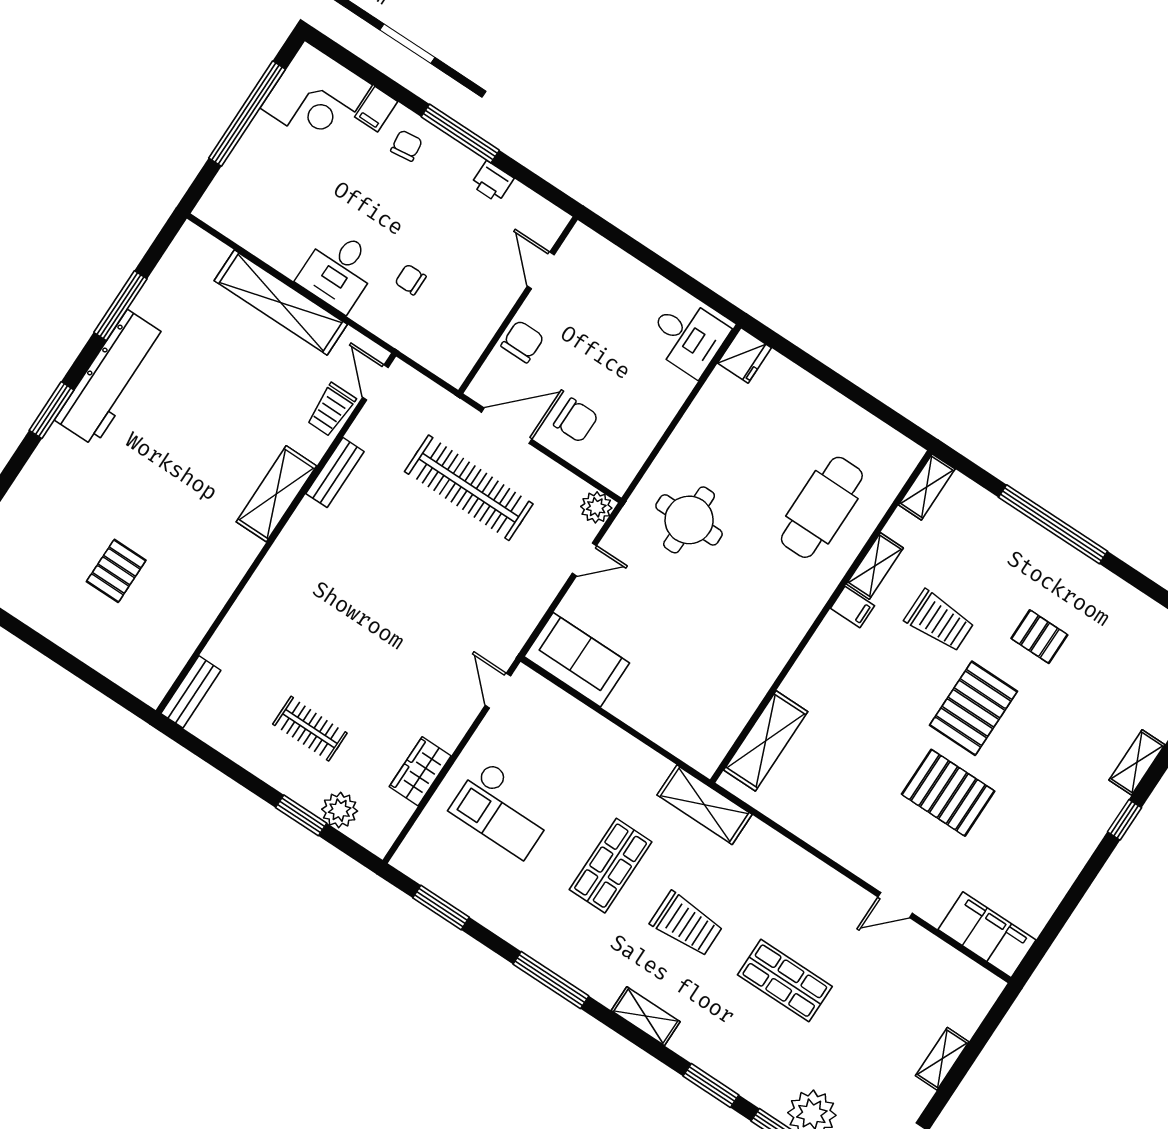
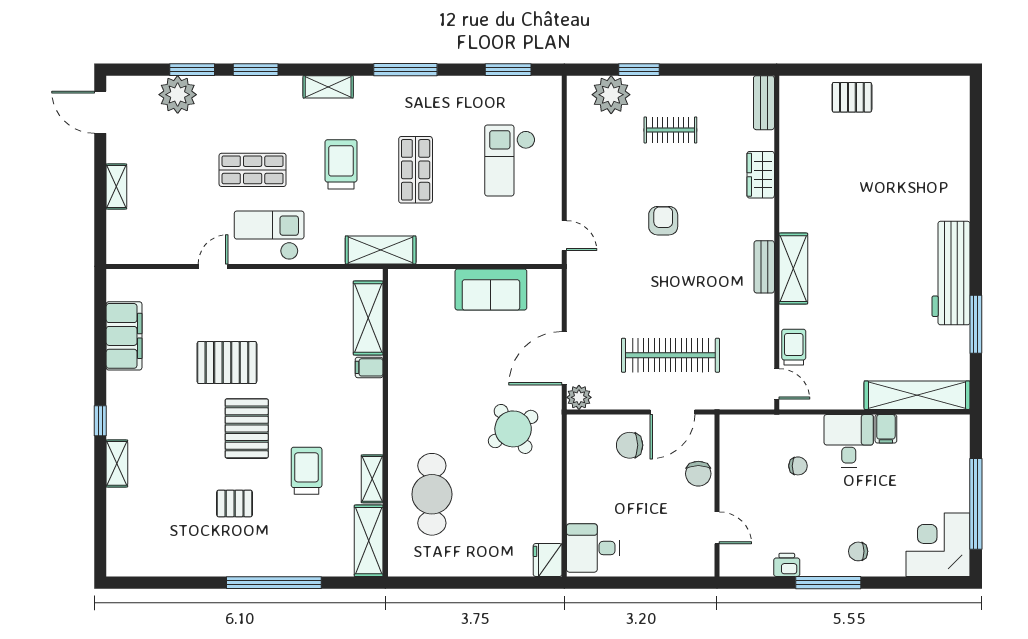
filing cabinet: (376, 109) -> (886, 429), moved, turned 180
chair: (406, 146) -> (858, 551), turned 97
shelving: (281, 302) -> (917, 395), moved
window: (51, 410) -> (976, 226), removed
bench: (335, 473) -> (764, 267), moved
shelving: (927, 487) -> (369, 541), width x1.50, depth x1.33
round table: (689, 520) -> (513, 429), turned -34
door: (584, 559) -> (564, 358), width x1.87
pallet: (116, 571) -> (852, 97), moved, turned 90
filing cabinet: (852, 607) -> (369, 367), moved
trolley: (939, 621) -> (307, 471), turned 90
armchair: (382, 637) -> (663, 221), added
sofa: (577, 660) -> (491, 290), moved
wardrobe: (420, 771) -> (761, 175), moved, turned 180
checkout: (503, 809) -> (510, 160), turned -90
plant: (340, 810) -> (611, 95), width x1.36, depth x1.36
checkout: (813, 899) -> (269, 235), added
trolley: (686, 924) -> (341, 164), turned 90
filing cabinet: (987, 935) -> (124, 336), moved, turned -90

